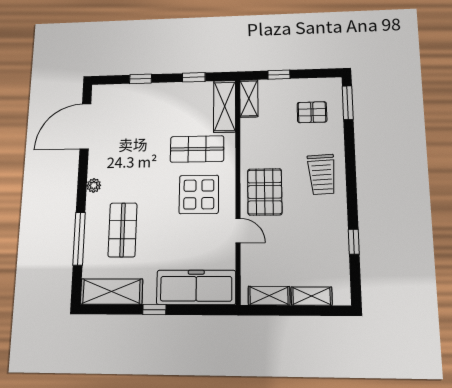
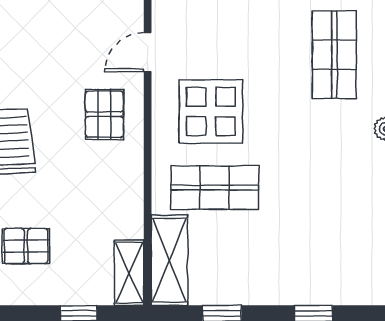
pallet: (265, 192) -> (104, 114), width x0.67, depth x0.71
door: (238, 231) -> (148, 52), hinge flipped

